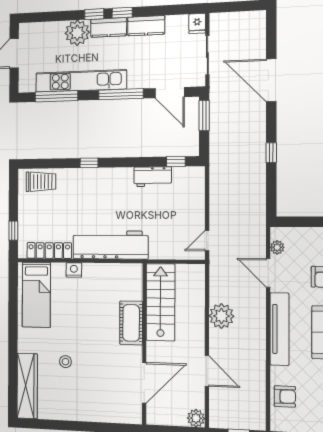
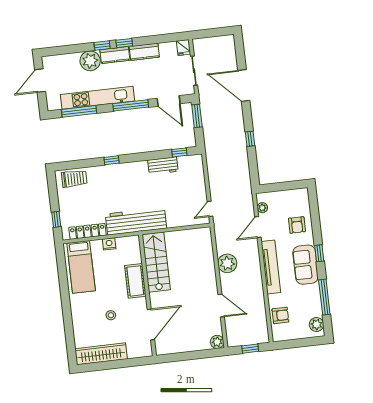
door: (268, 273) -> (258, 227), hinge flipped
stairs: (160, 302) -> (156, 262), moved
cot: (131, 323) -> (135, 281), moved
wall: (144, 344) -> (147, 295), moved
door: (144, 383) -> (151, 324), moved
wardrobe: (27, 386) -> (101, 354), moved, turned -90

